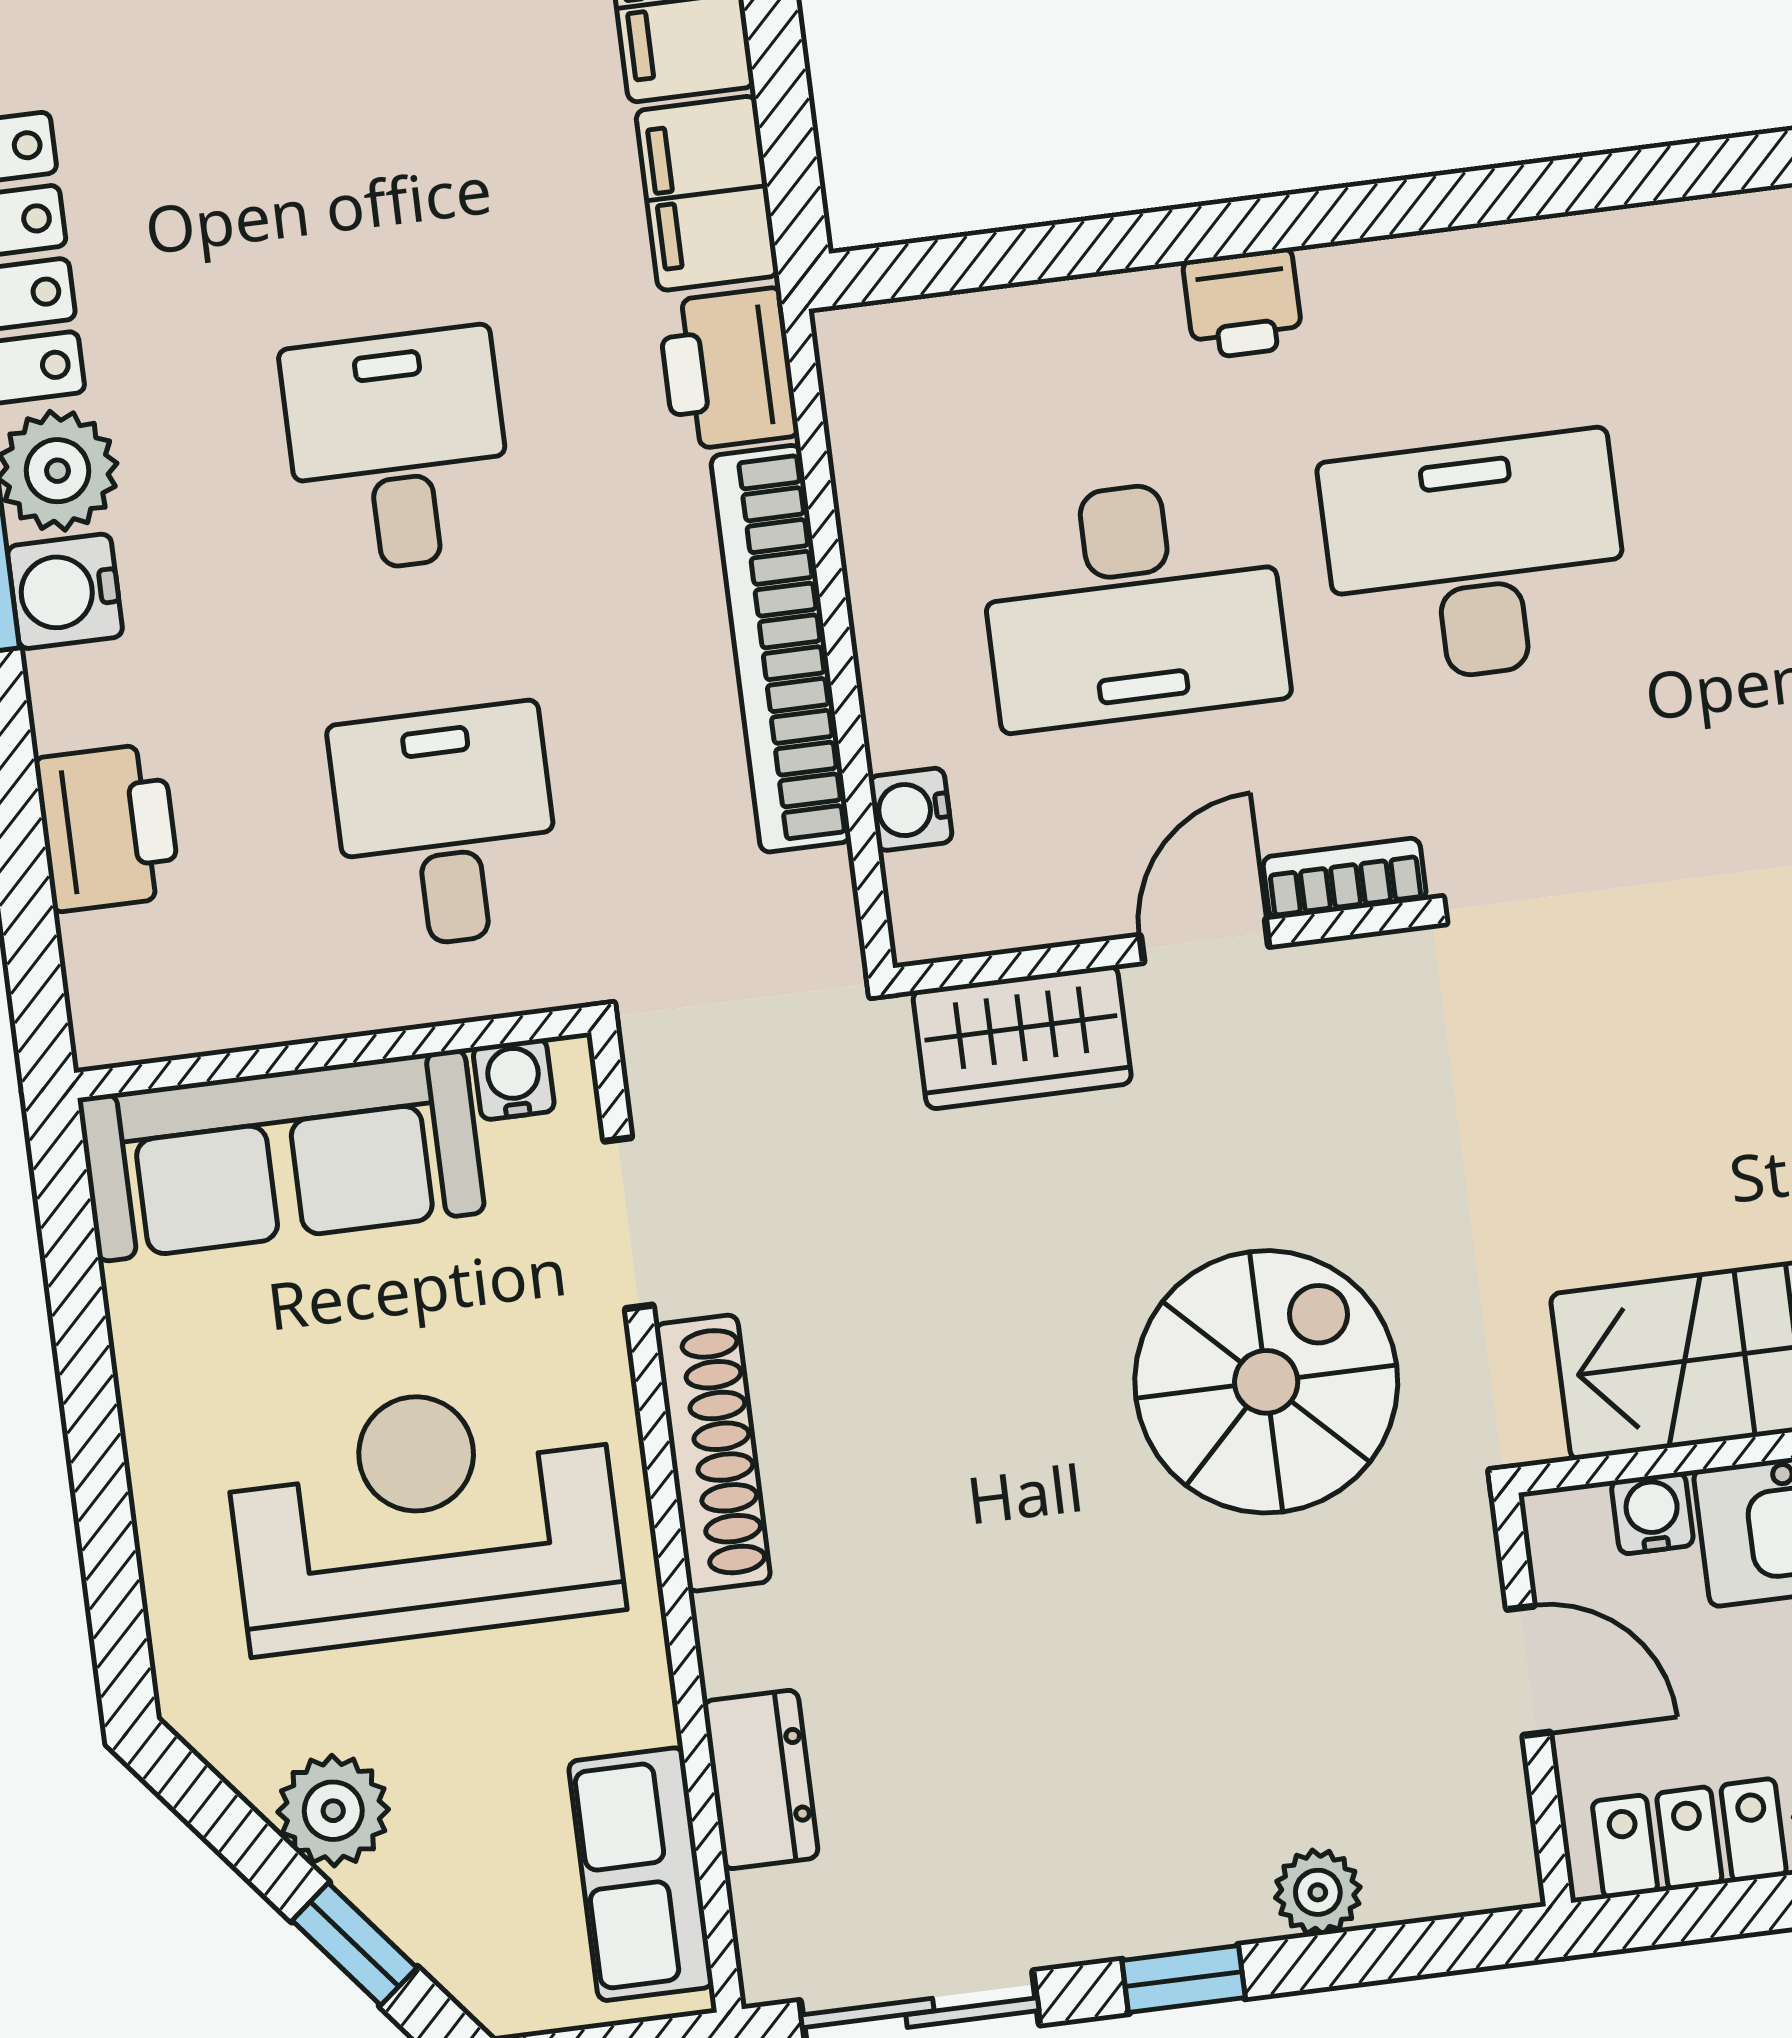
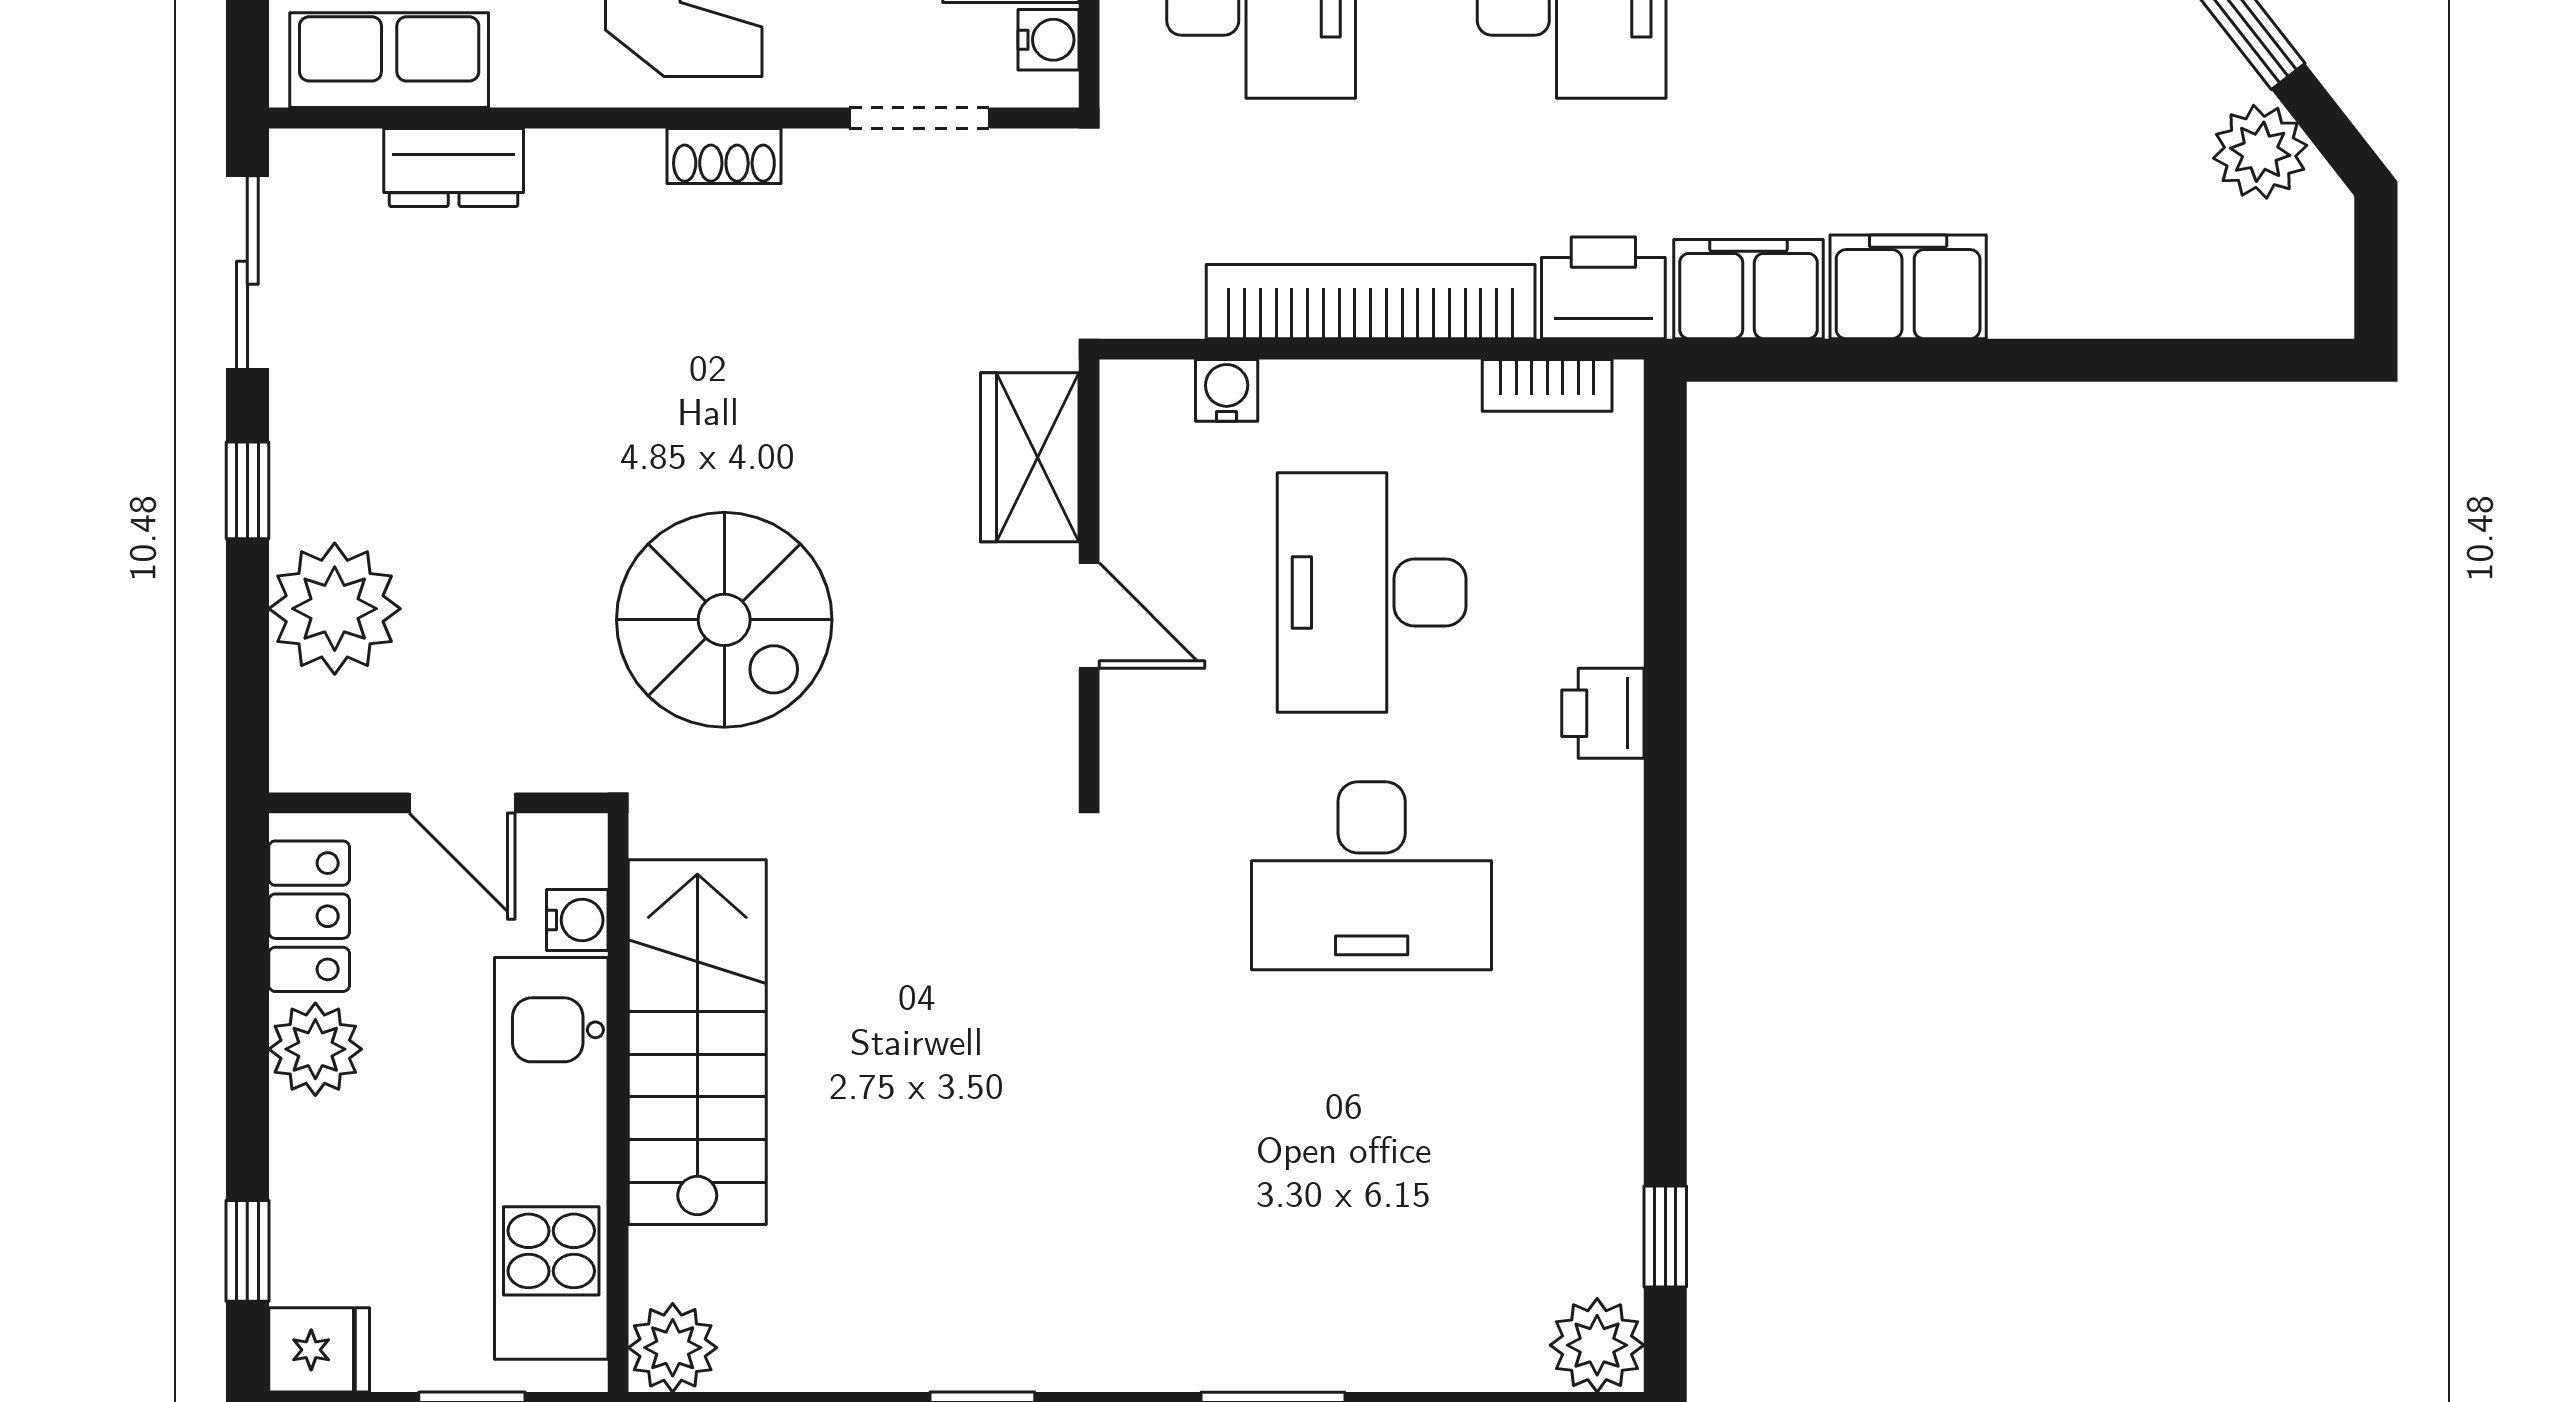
desk: (1476, 559) -> (1372, 876), turned 90
bookcase: (1345, 878) -> (1547, 385), moved, turned 90
shoe rack: (713, 1453) -> (724, 156), width x0.51, depth x0.81
door: (1528, 1671) -> (462, 803), hinge flipped
plant: (1318, 1892) -> (335, 609), width x1.88, depth x1.88

